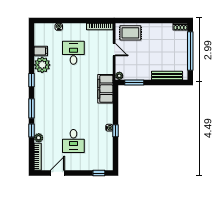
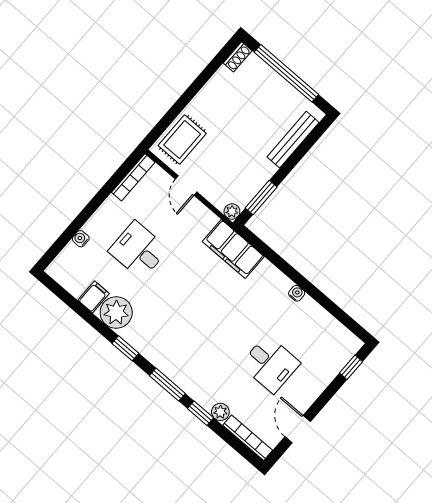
door: (114, 50) -> (186, 185), swing flipped
window: (115, 131) -> (309, 288), removed

